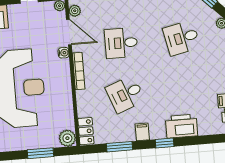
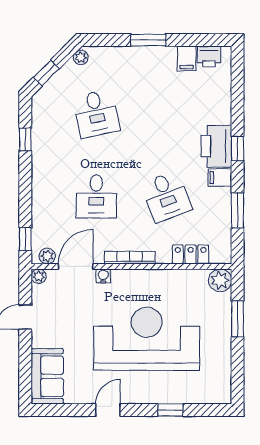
printer: (181, 126) -> (216, 146), moved
locker: (86, 131) -> (191, 254), moved

